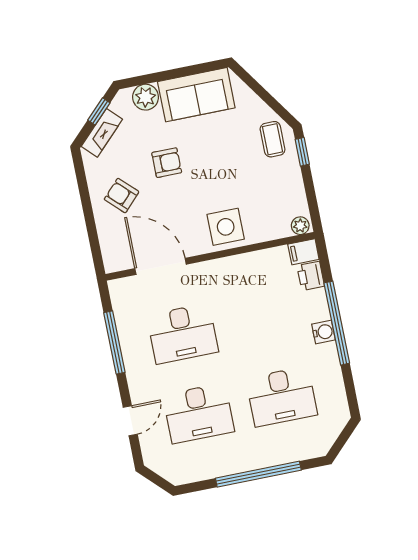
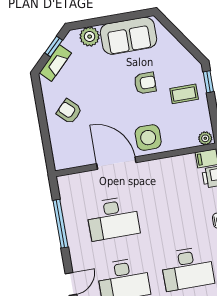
coffee table: (273, 139) -> (184, 94), moved, turned 90
armchair: (167, 163) -> (145, 83), moved
door: (161, 266) -> (116, 163), moved

